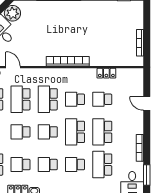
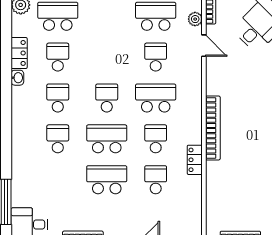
door: (13, 67) -> (204, 46), hinge flipped
locker: (106, 73) -> (195, 160), moved
school desk: (21, 99) -> (156, 57), width x0.54
school desk: (21, 132) -> (107, 57), removed
school desk: (102, 165) -> (58, 180), removed

